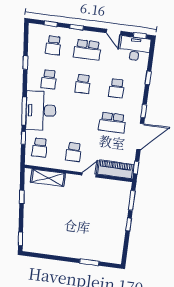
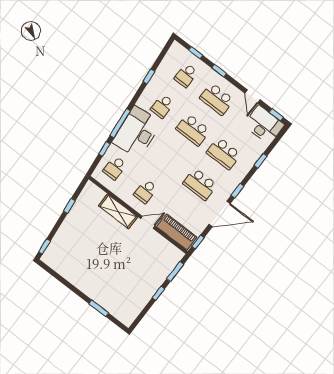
school desk: (83, 84) -> (193, 130), width x1.85
school desk: (117, 88) -> (224, 153), width x1.85
shelving: (48, 178) -> (118, 211), moved

